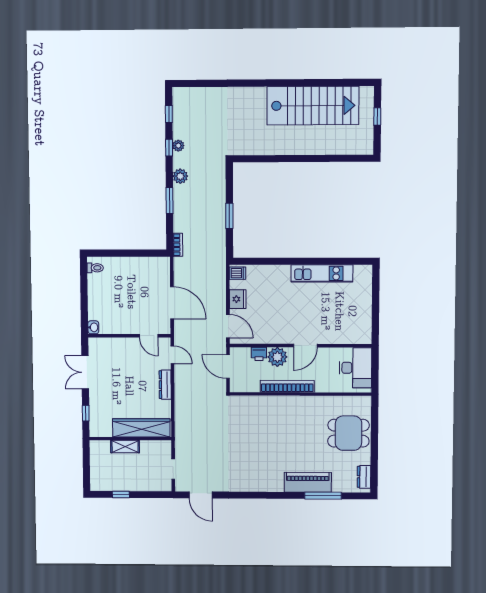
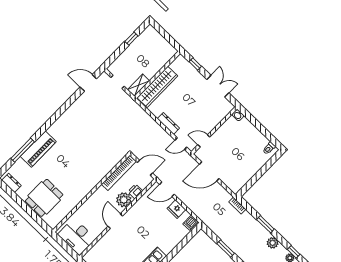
bookcase: (287, 386) -> (119, 173), moved
shelving: (125, 447) -> (138, 85), moved

